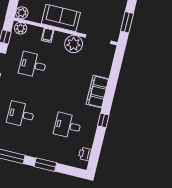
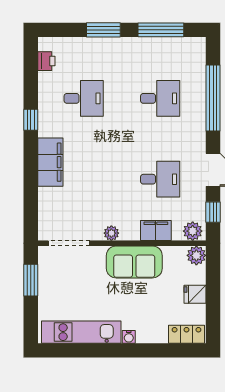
filing cabinet: (48, 35) -> (156, 230), width x2.00
plant: (74, 44) -> (111, 233), width x0.53, depth x0.53

